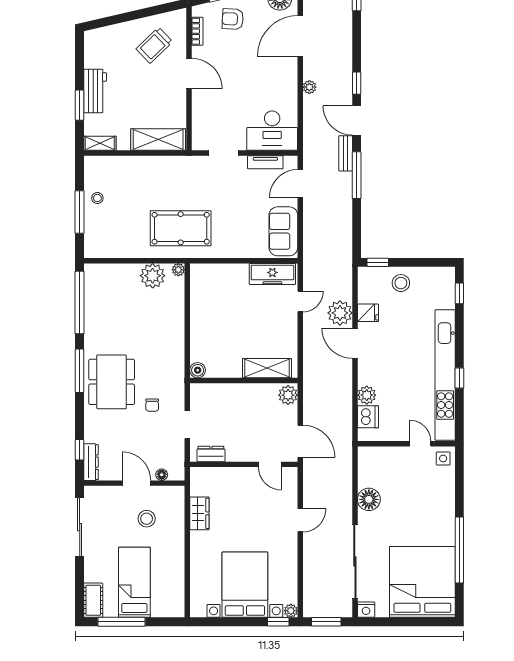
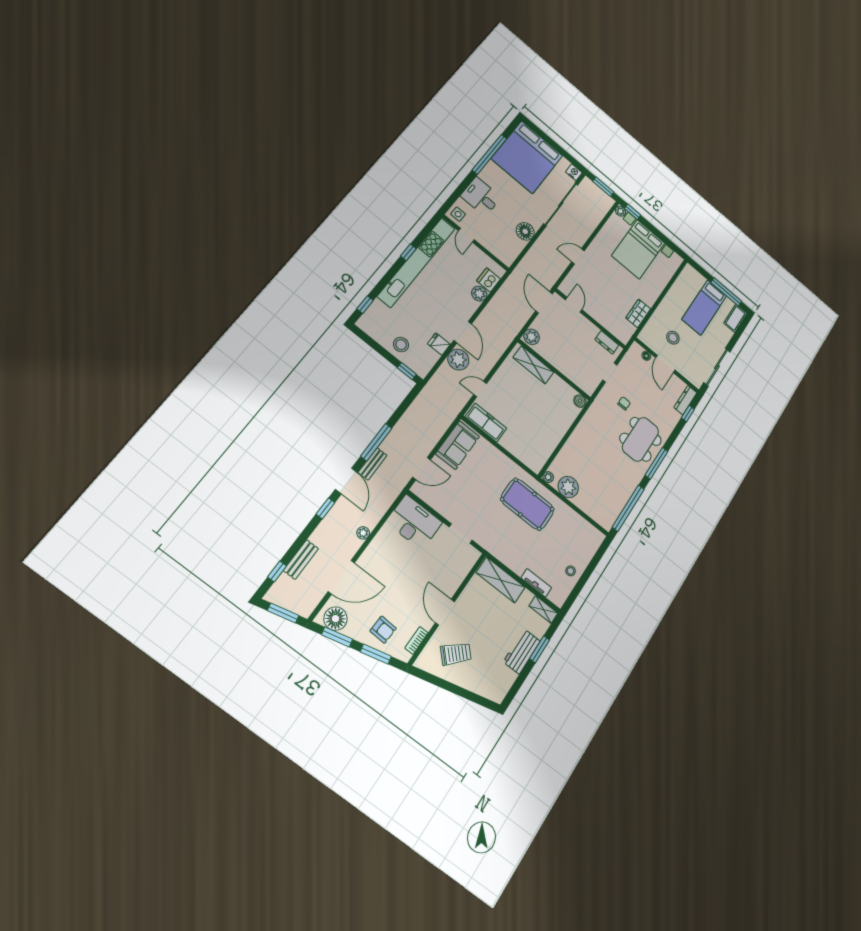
bench: (345, 25) -> (301, 559), added
tv unit: (265, 162) -> (536, 583), moved
window: (80, 212) -> (589, 571), removed
desk: (436, 497) -> (481, 197), added

